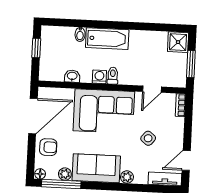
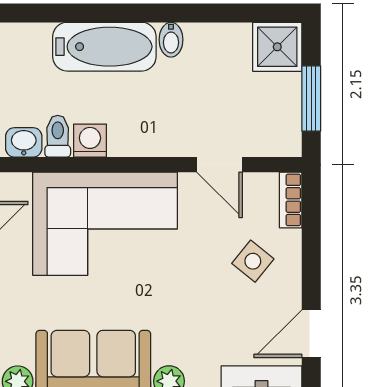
bidet: (80, 34) -> (171, 40), moved
toilet: (113, 76) -> (58, 136), moved
door: (152, 89) -> (219, 165), hinge flipped
side table: (148, 138) -> (253, 261), moved

